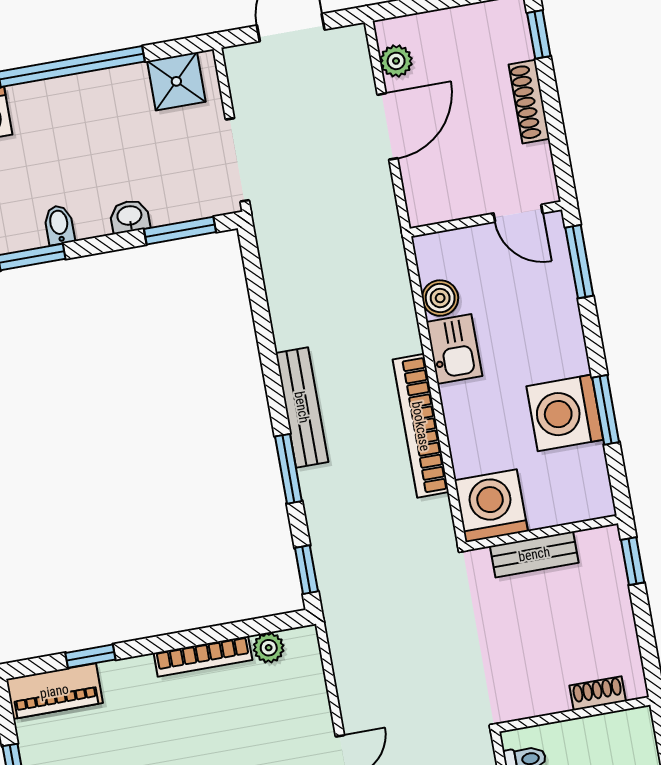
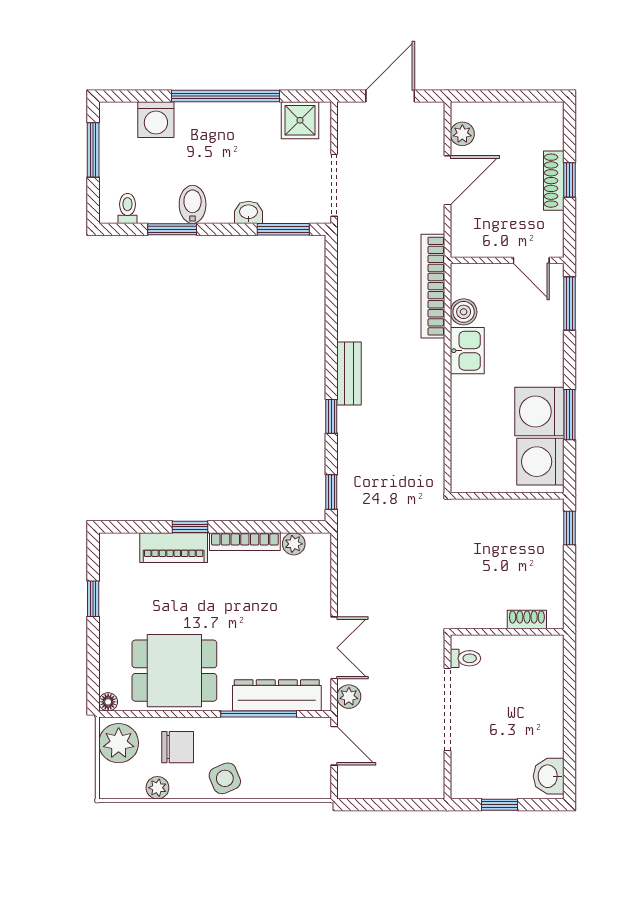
window: (539, 34) -> (569, 180), moved
bidet: (59, 225) -> (193, 204), width x1.38, depth x1.36
bench: (302, 407) -> (349, 374), width x0.73
bookcase: (421, 426) -> (433, 286), moved
window: (288, 469) -> (331, 416), width x0.67
washing machine: (491, 506) -> (540, 462), moved, turned -90
bench: (534, 554) -> (499, 510), removed
window: (90, 656) -> (190, 527), moved
piano: (54, 691) -> (174, 548), moved

